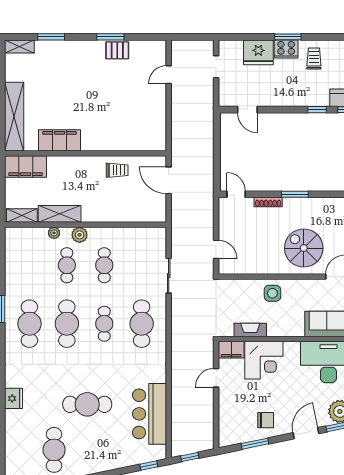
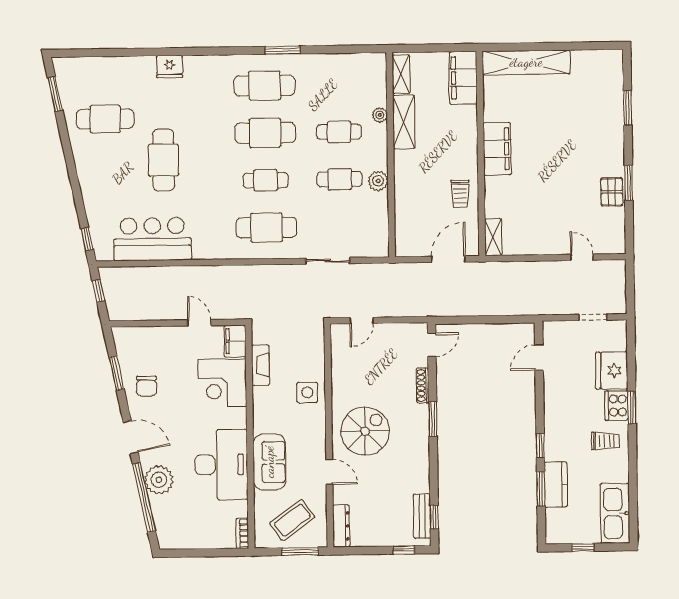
shelving: (19, 47) -> (493, 237), moved
filing cabinet: (59, 140) -> (497, 149), moved
plant: (80, 235) -> (378, 181), moved

